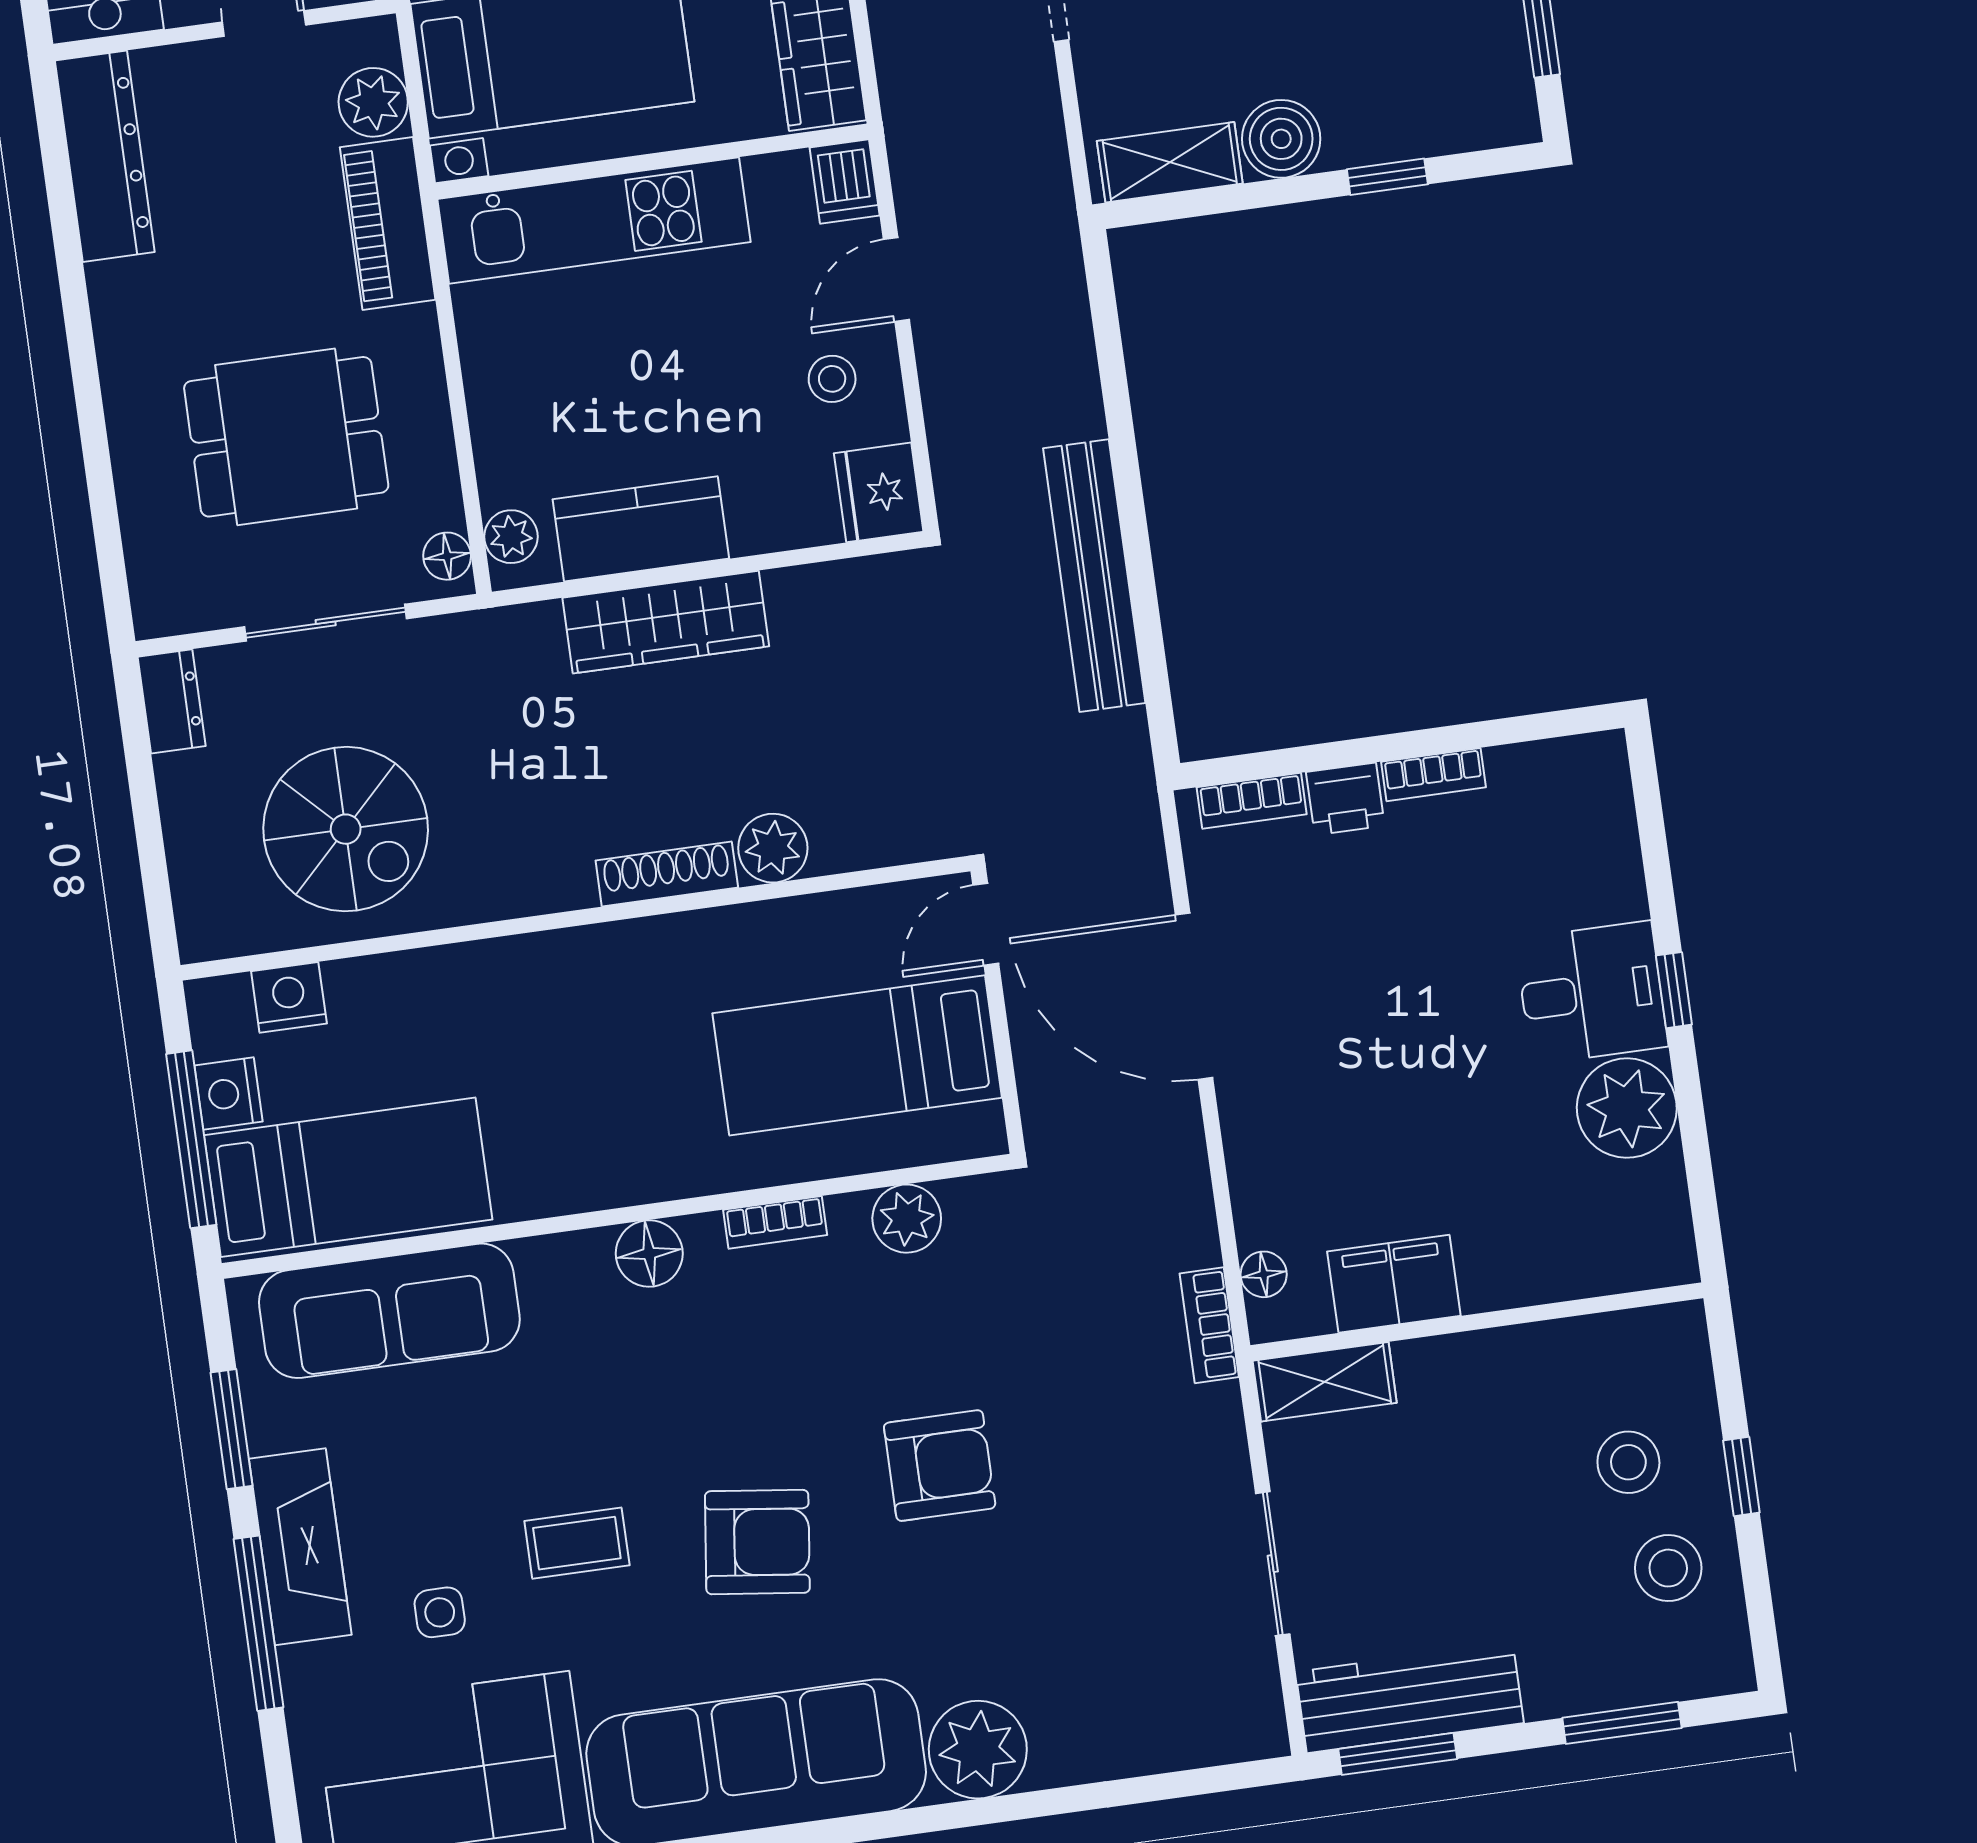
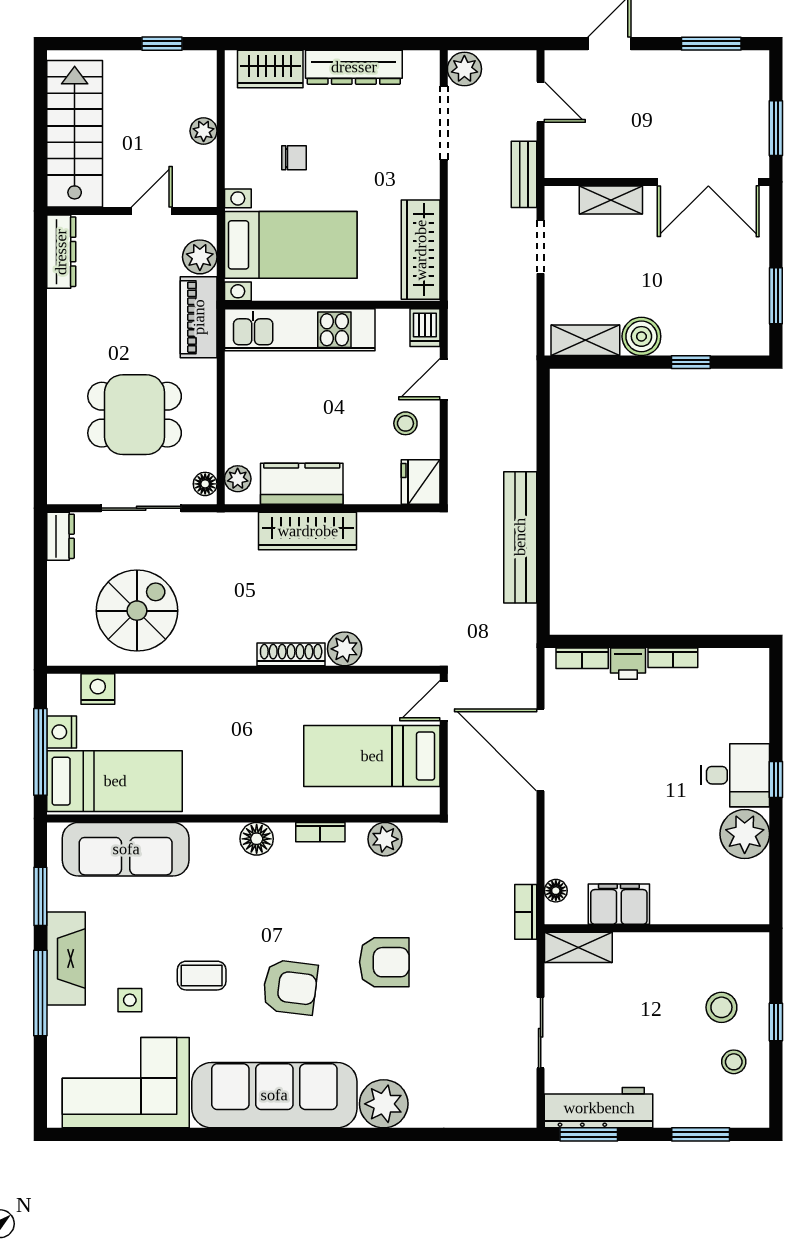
dresser: (105, 156) -> (61, 252), width x0.73, depth x0.80
spiral stairs: (346, 829) -> (137, 611), turned -90
stool: (1668, 1568) -> (734, 1062), width x0.73, depth x0.73

